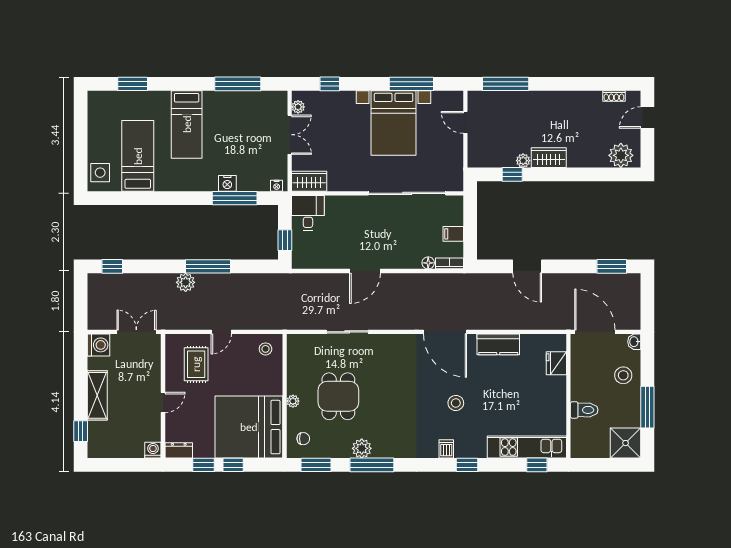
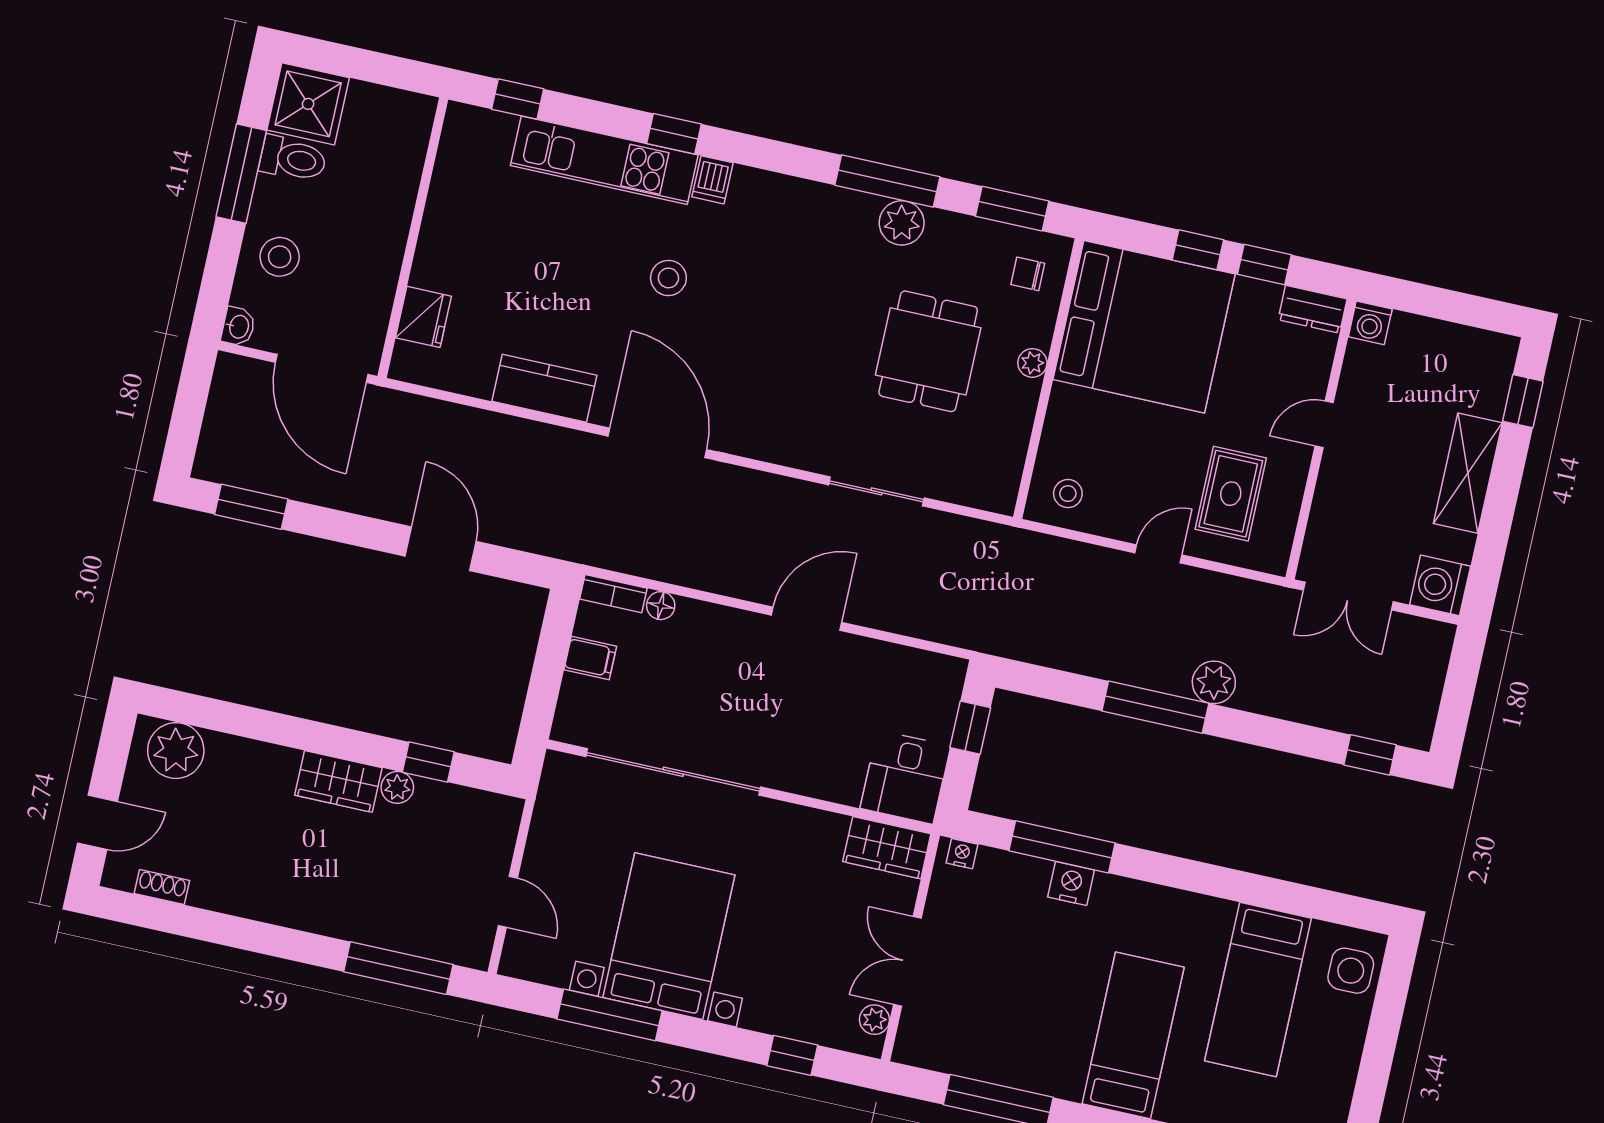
toilet: (584, 410) -> (293, 159), moved, turned 180
kitchen unit: (527, 447) -> (604, 160), moved

